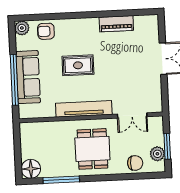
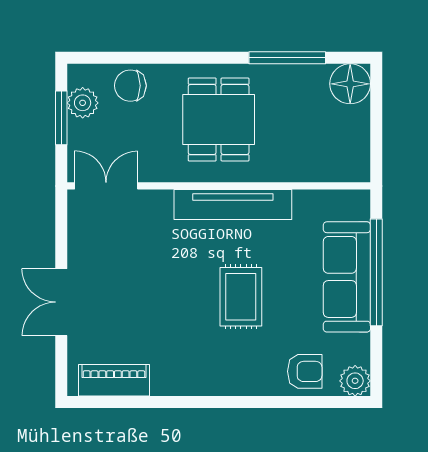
piano: (116, 24) -> (114, 380), moved
rug: (78, 65) -> (241, 297), turned 90
double door: (132, 115) -> (106, 186), moved

